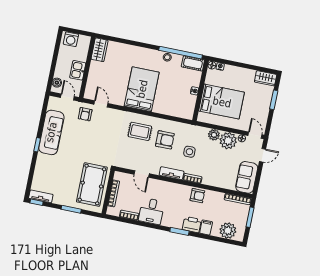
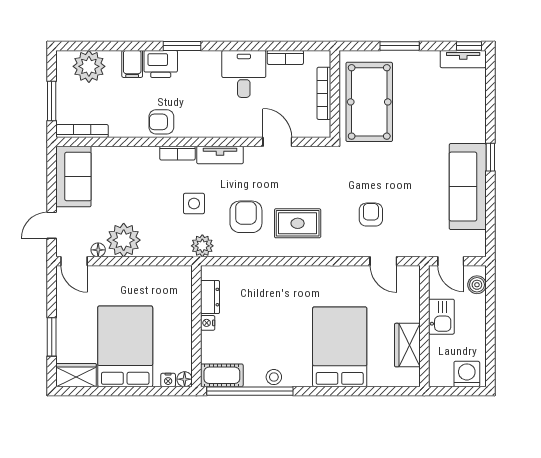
wardrobe: (100, 50) -> (407, 345), moved
bed: (142, 89) -> (340, 347), moved, turned 180
bed: (222, 102) -> (125, 346), moved, turned 90
dresser: (191, 104) -> (210, 297), added
armchair: (85, 114) -> (371, 215), moved
plant: (214, 135) -> (202, 246), moved
armchair: (165, 140) -> (246, 217), turned 90

